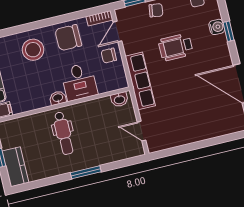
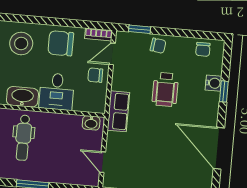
wheelchair: (176, 47) -> (165, 89), turned -90
row of seats: (140, 81) -> (118, 111), width x0.68
washbasin: (58, 98) -> (22, 97), width x1.91, depth x1.45

